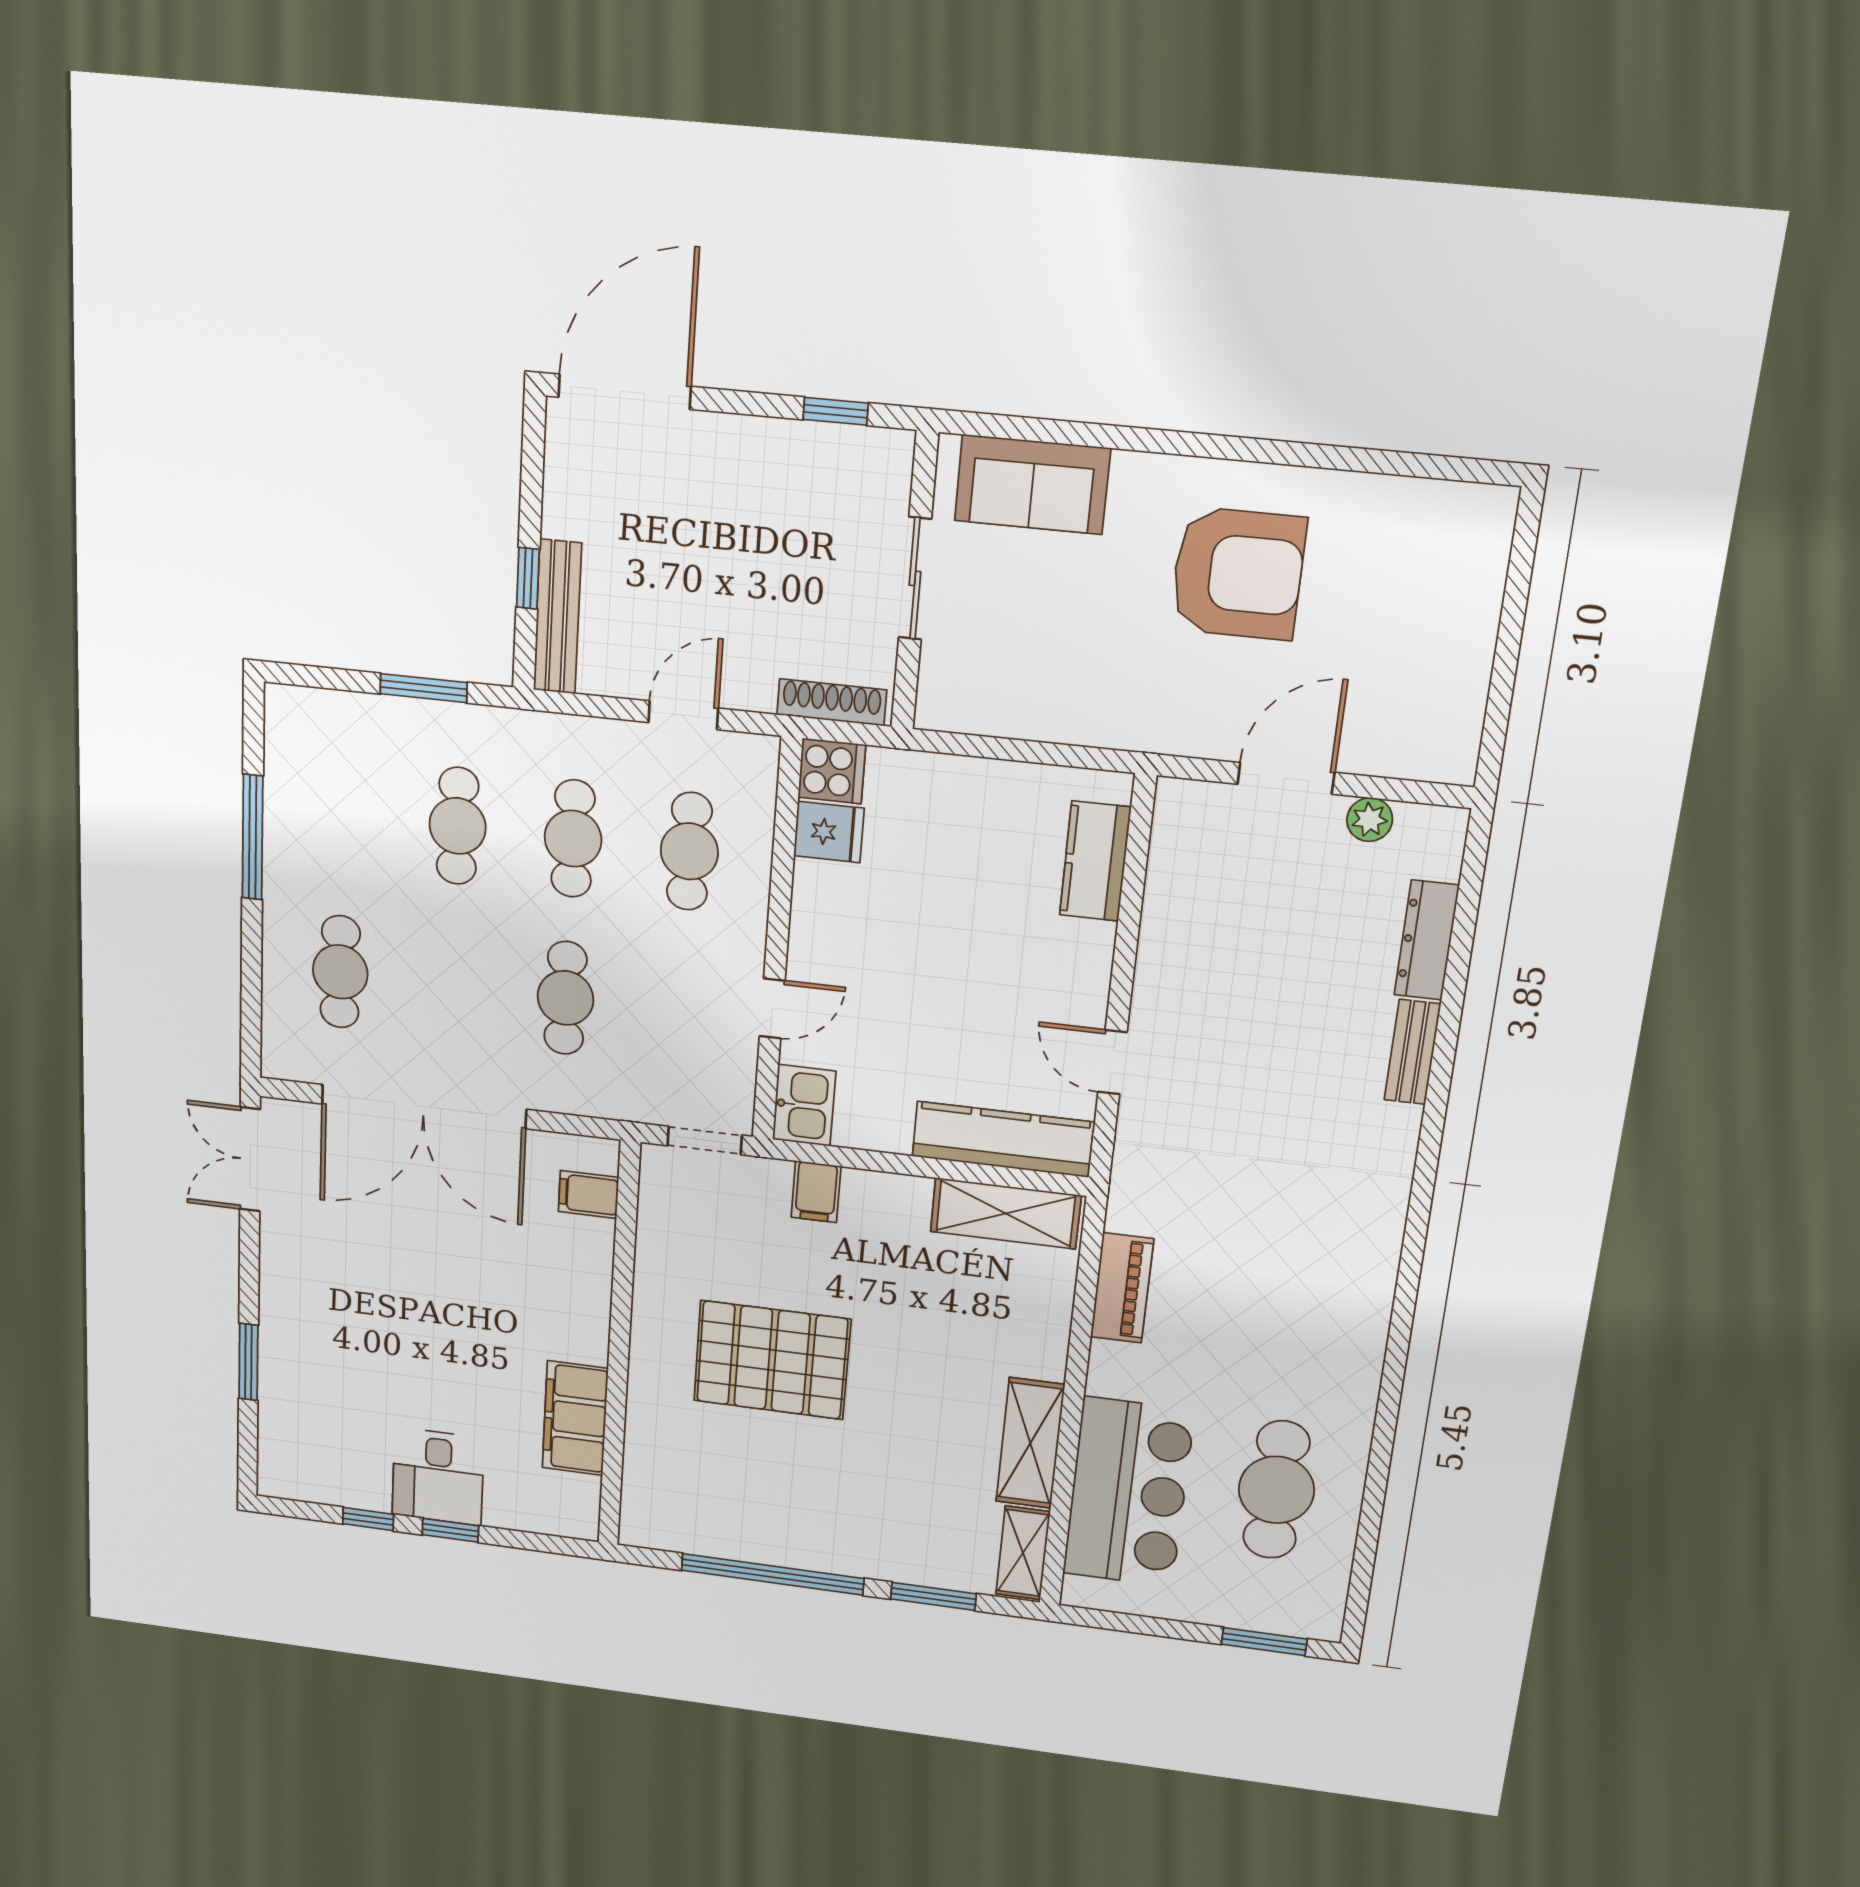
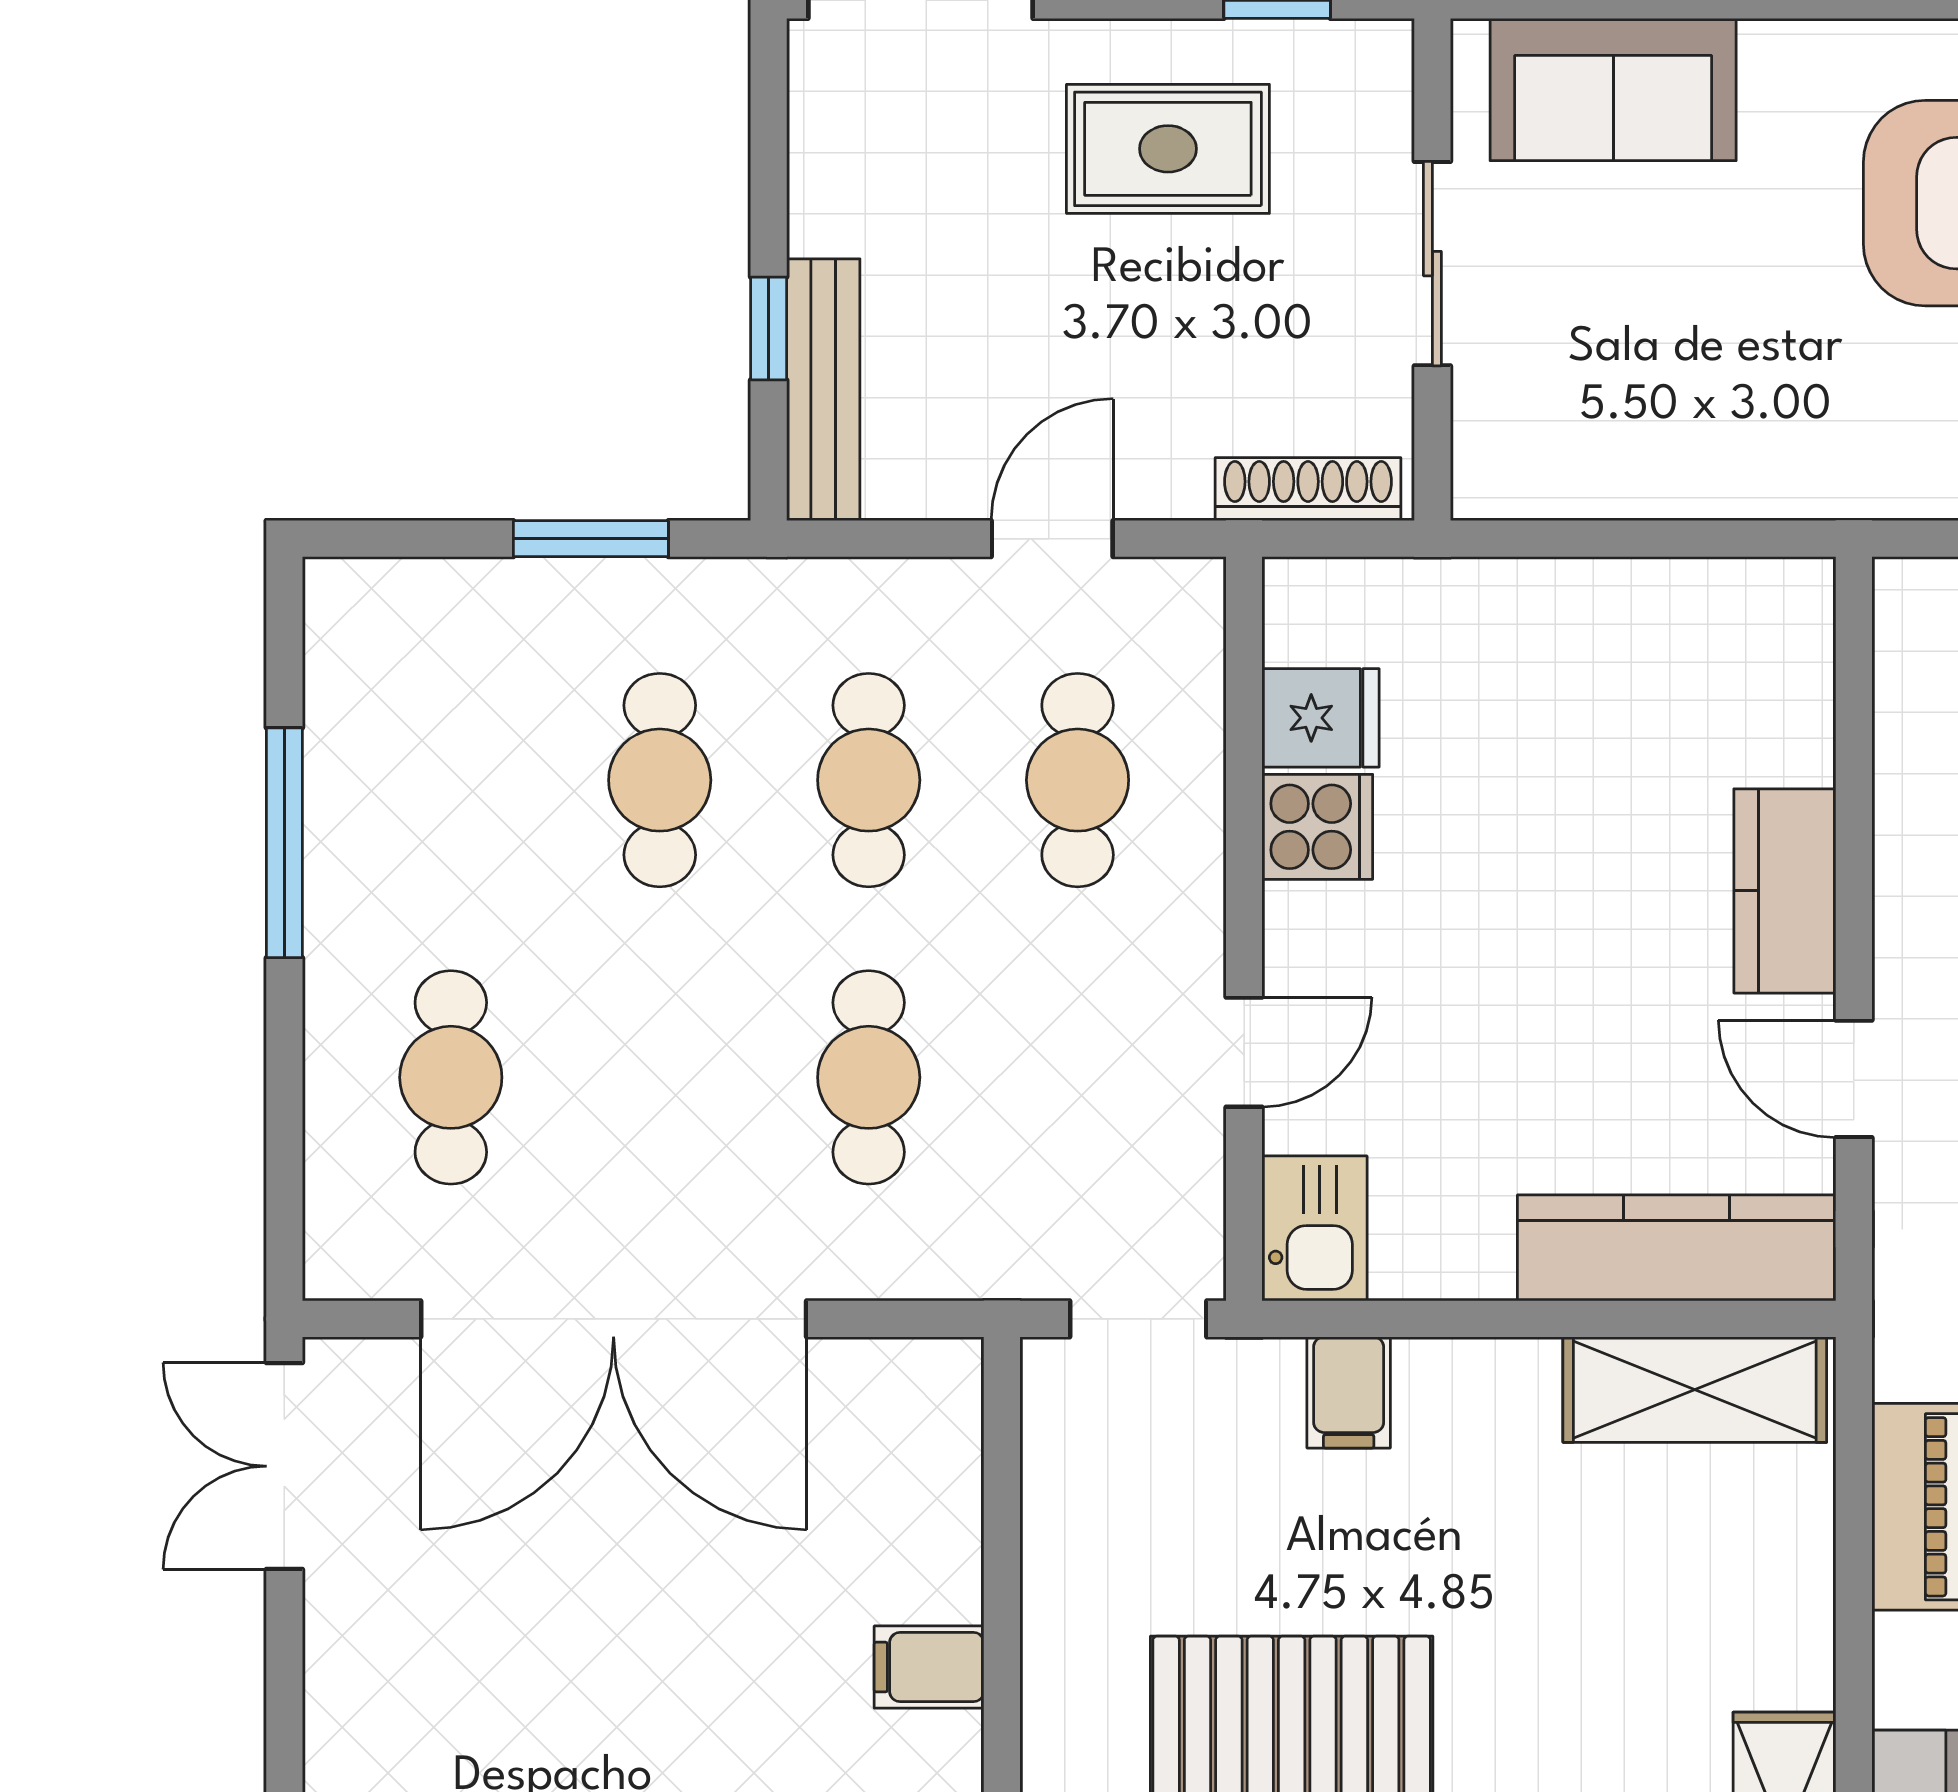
rug: (765, 495) -> (1168, 149), added
cooker: (832, 771) -> (1317, 827), moved
kitchen counter: (1095, 861) -> (1785, 891), moved
filing cabinet: (588, 1195) -> (929, 1667), moved

